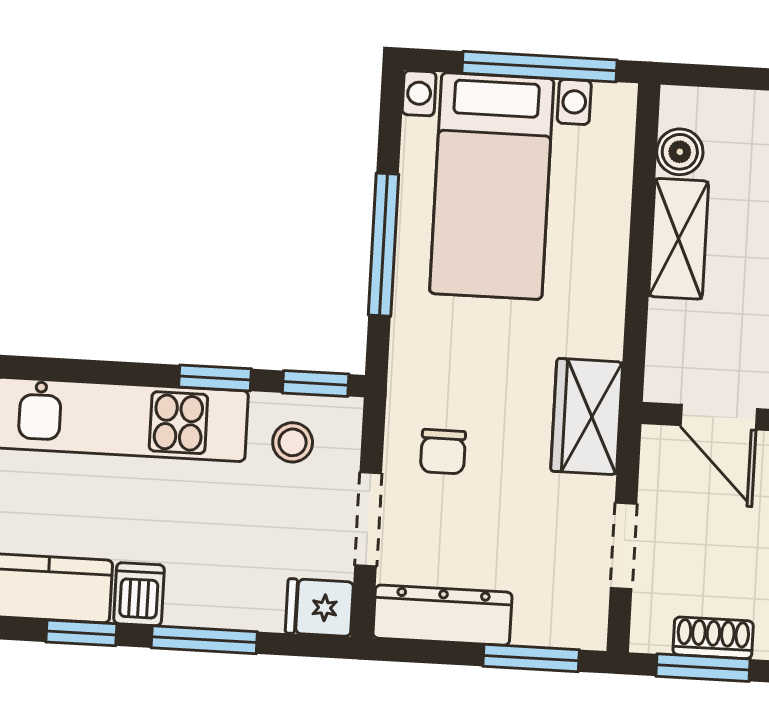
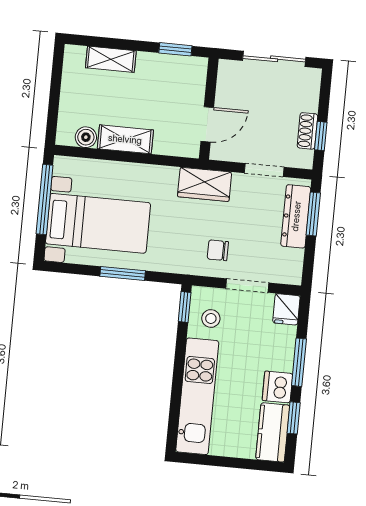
window: (384, 245) -> (123, 274), width x0.69
window: (215, 378) -> (180, 353), removed
chair: (443, 452) -> (218, 250), turned 180
dishwasher: (139, 594) -> (277, 387), width x1.38
dresser: (442, 615) -> (296, 216), moved
window: (703, 668) -> (321, 136), width x0.67

